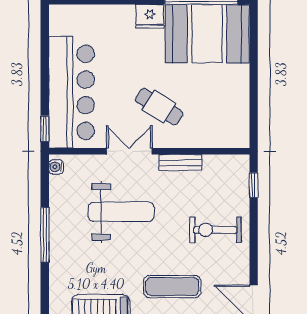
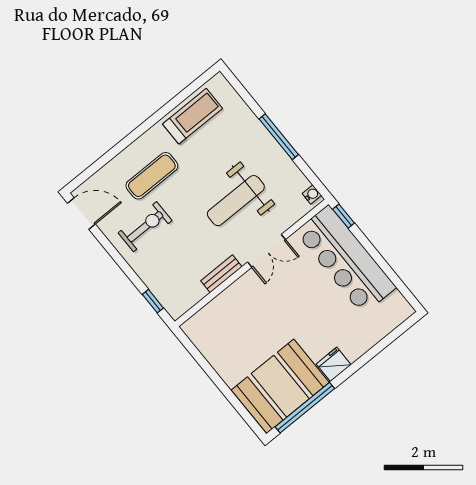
cafe table: (159, 107) -> (271, 302), removed
exercise bike: (215, 230) -> (145, 227), moved

